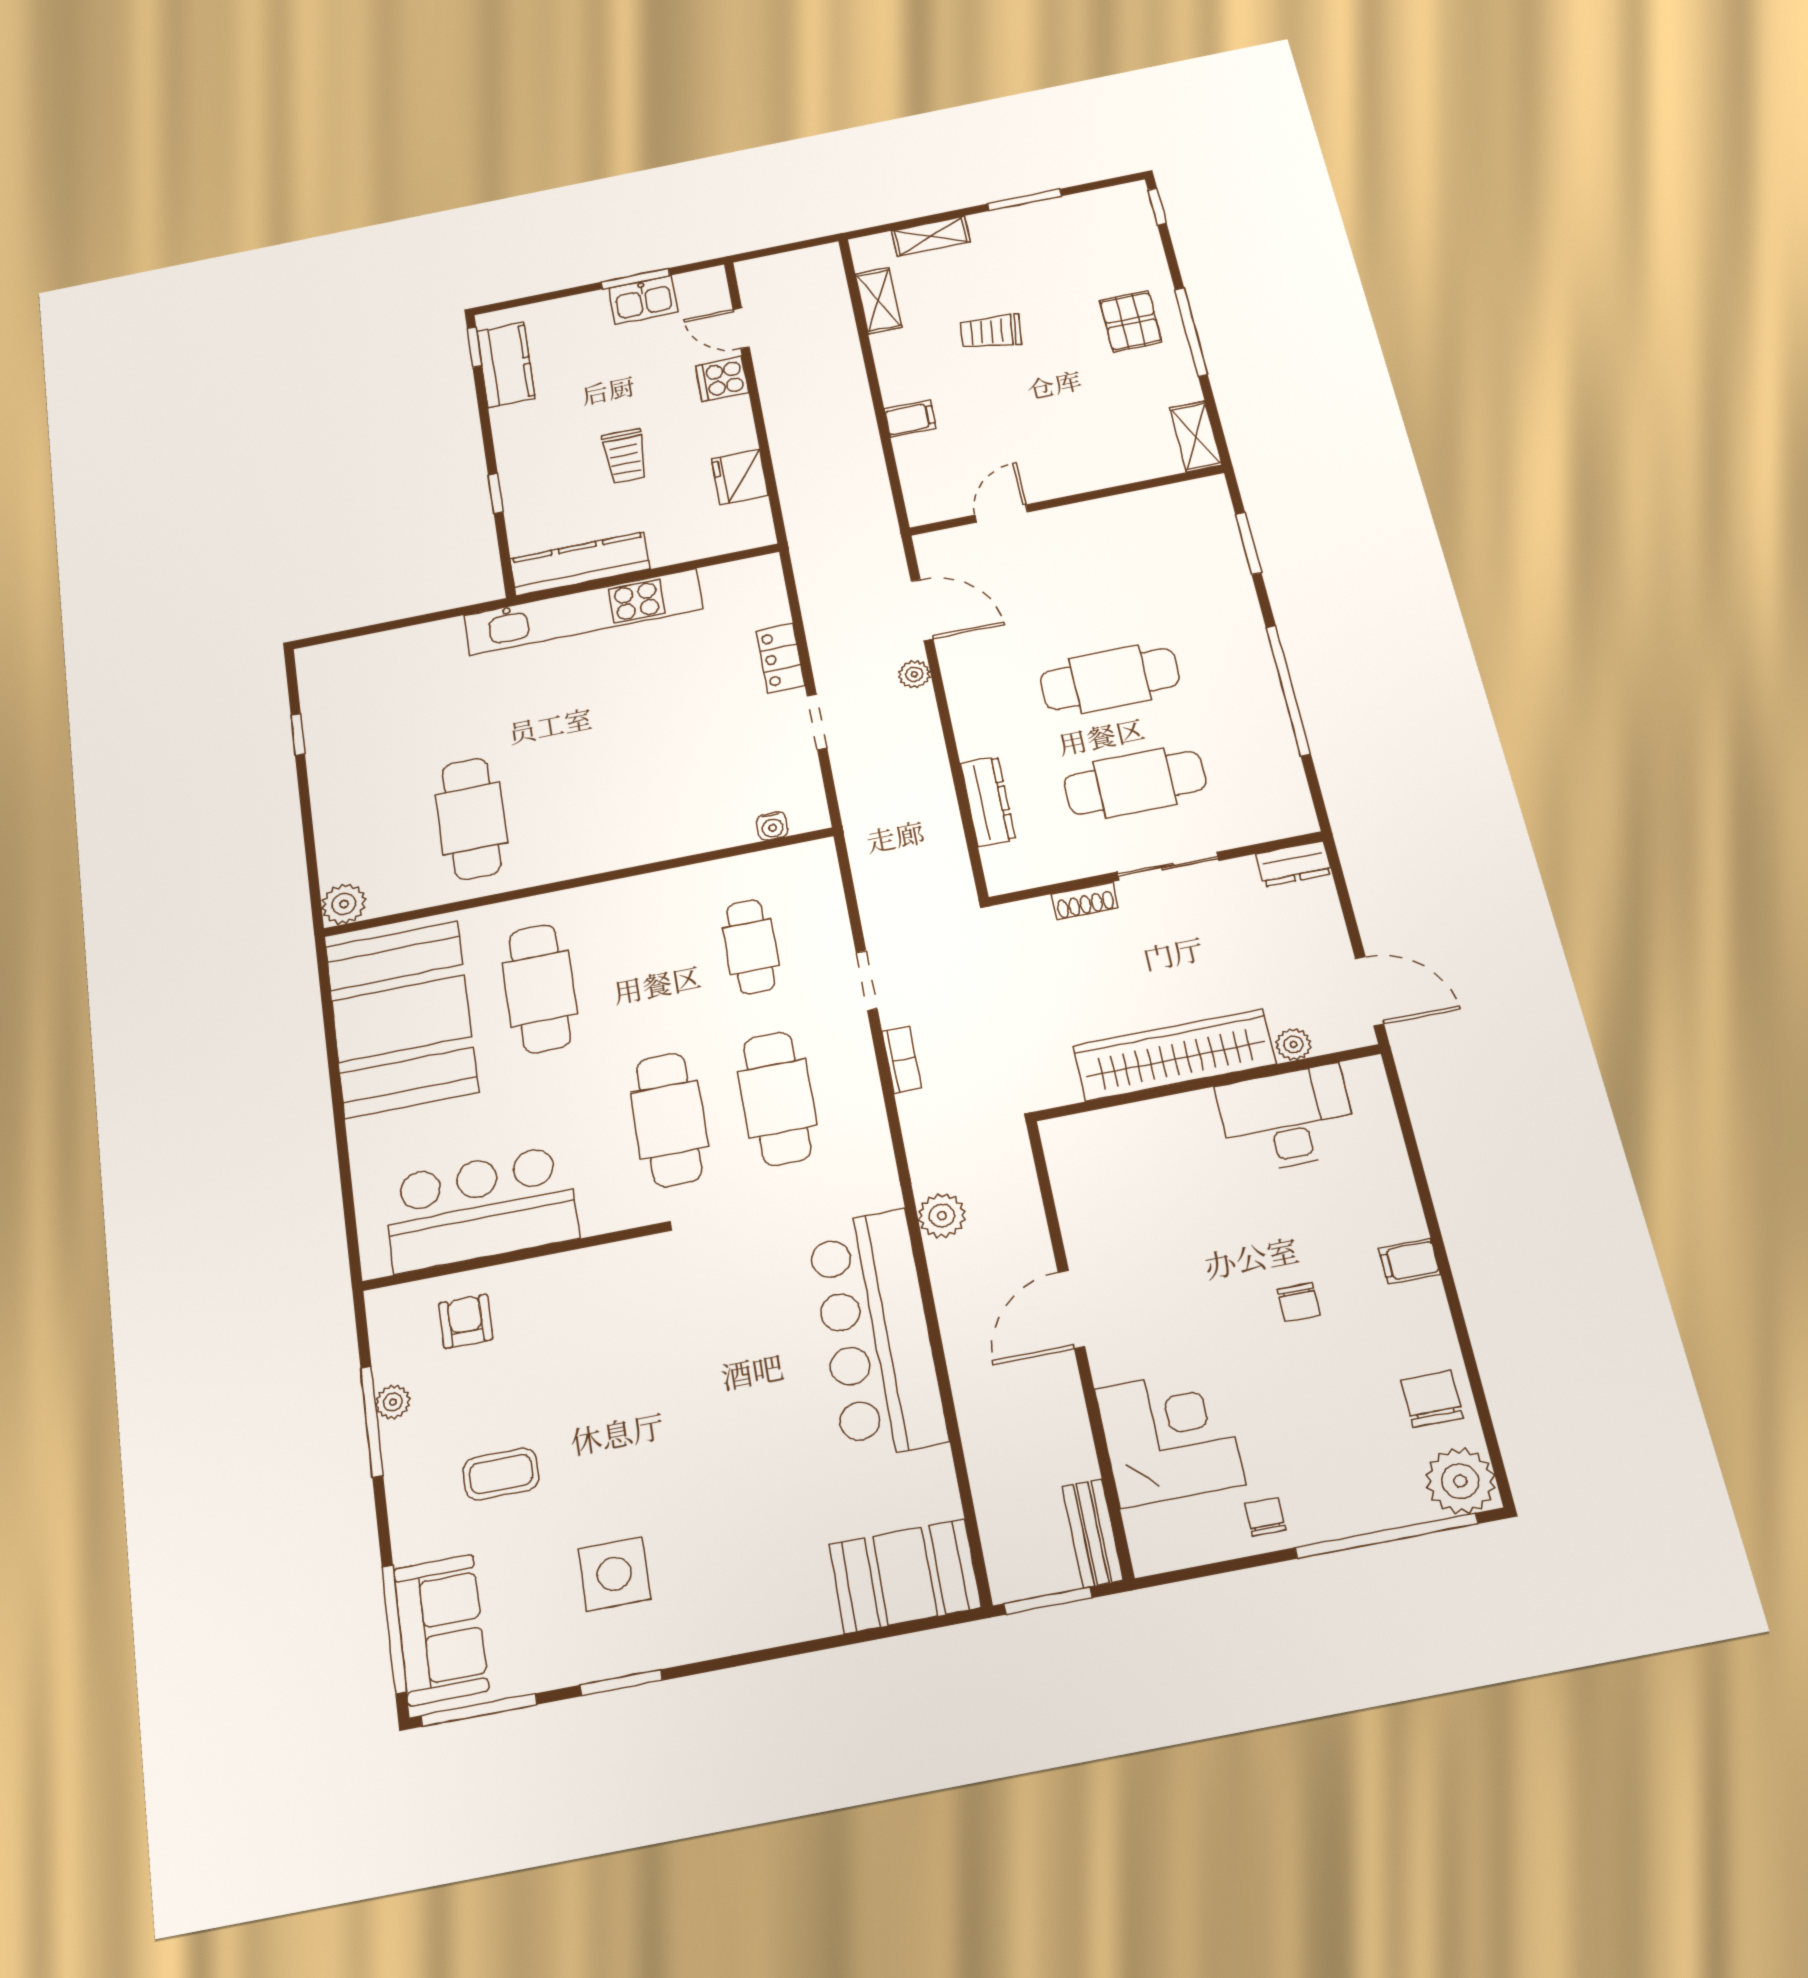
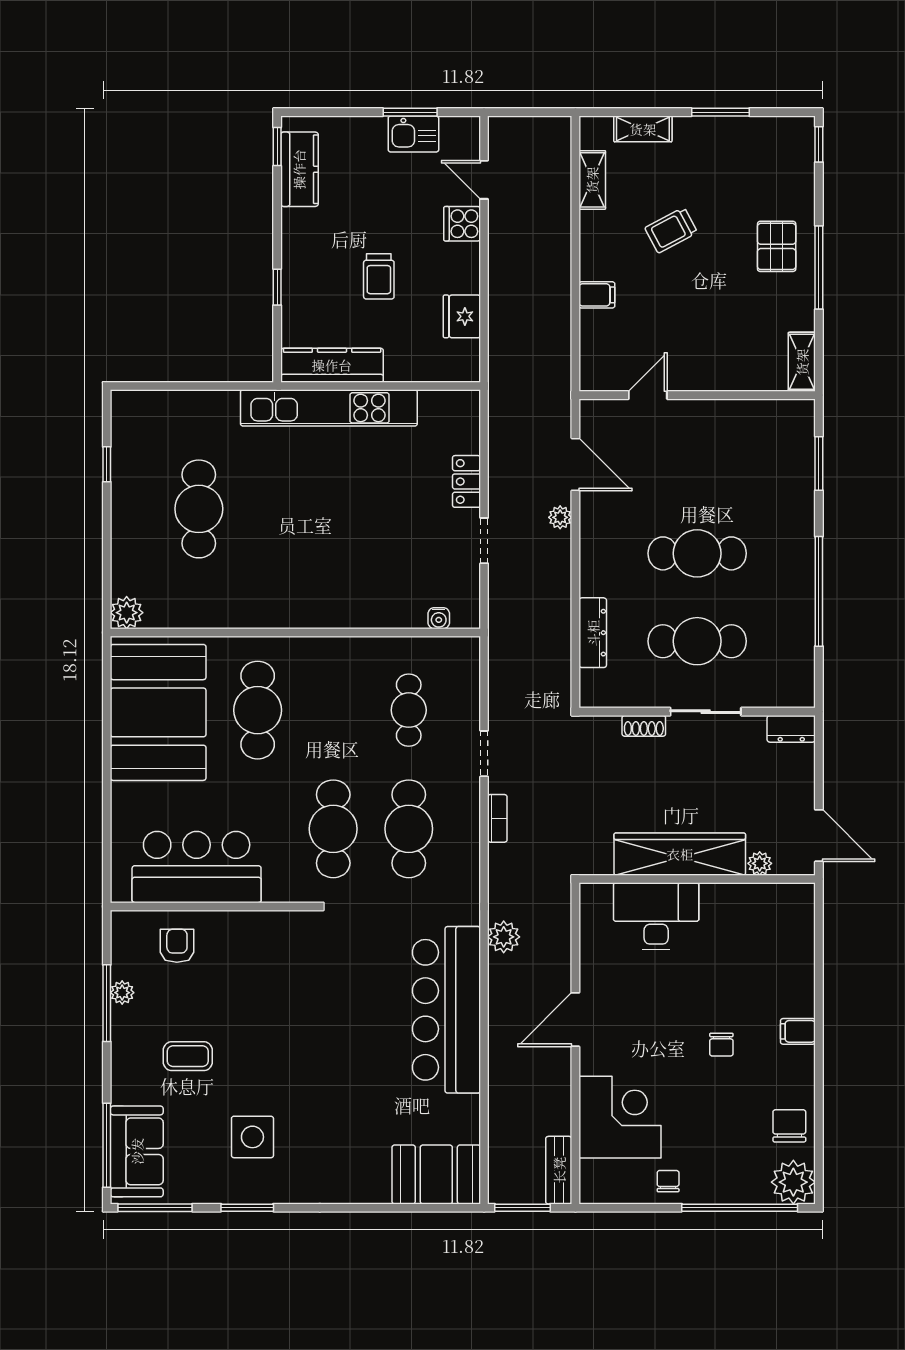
trolley: (991, 332) -> (671, 230), turned -35
cafe table: (472, 819) -> (199, 509), moved
desk: (1287, 1119) -> (656, 916), moved

